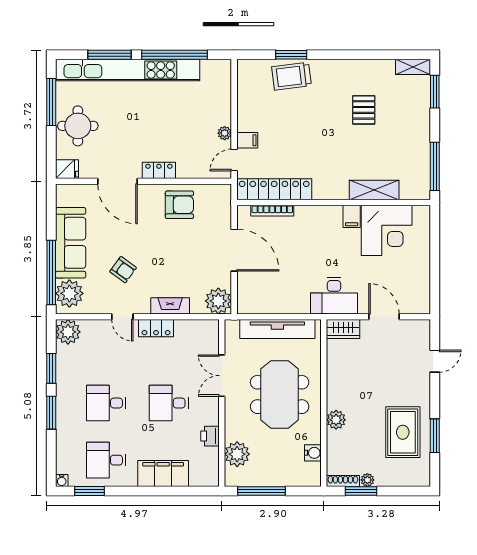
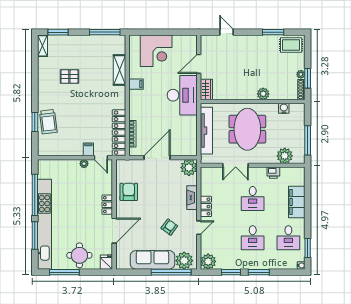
corner desk: (387, 230) -> (156, 51), moved, turned 90
desk: (334, 296) -> (182, 95), width x1.36, depth x1.30
meeting table: (280, 394) -> (247, 129), turned 90
rug: (403, 432) -> (291, 45), moved, width x0.73, depth x0.70

